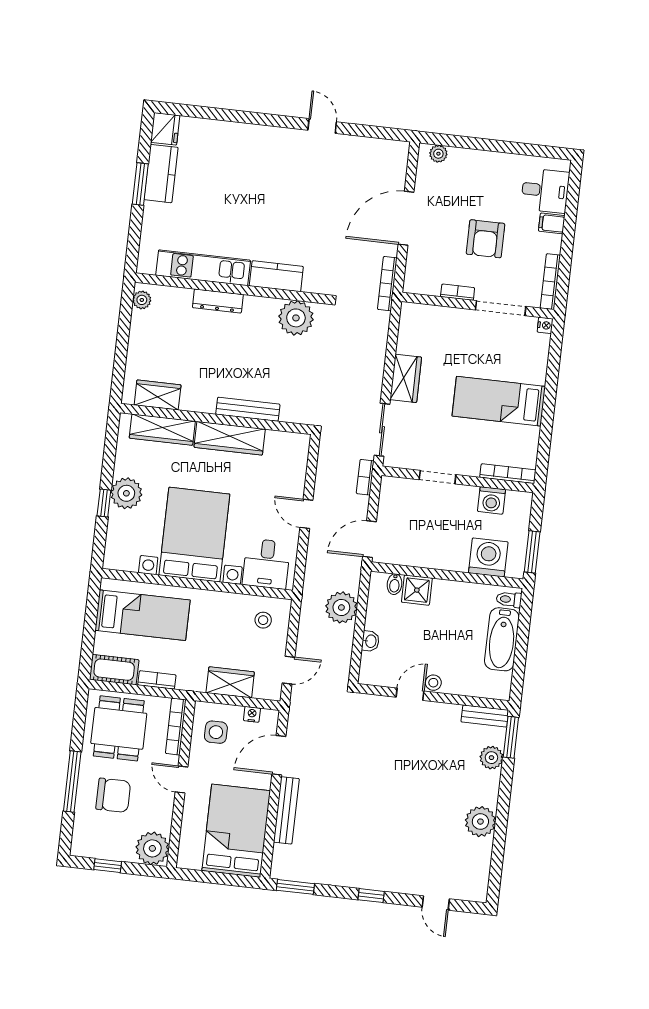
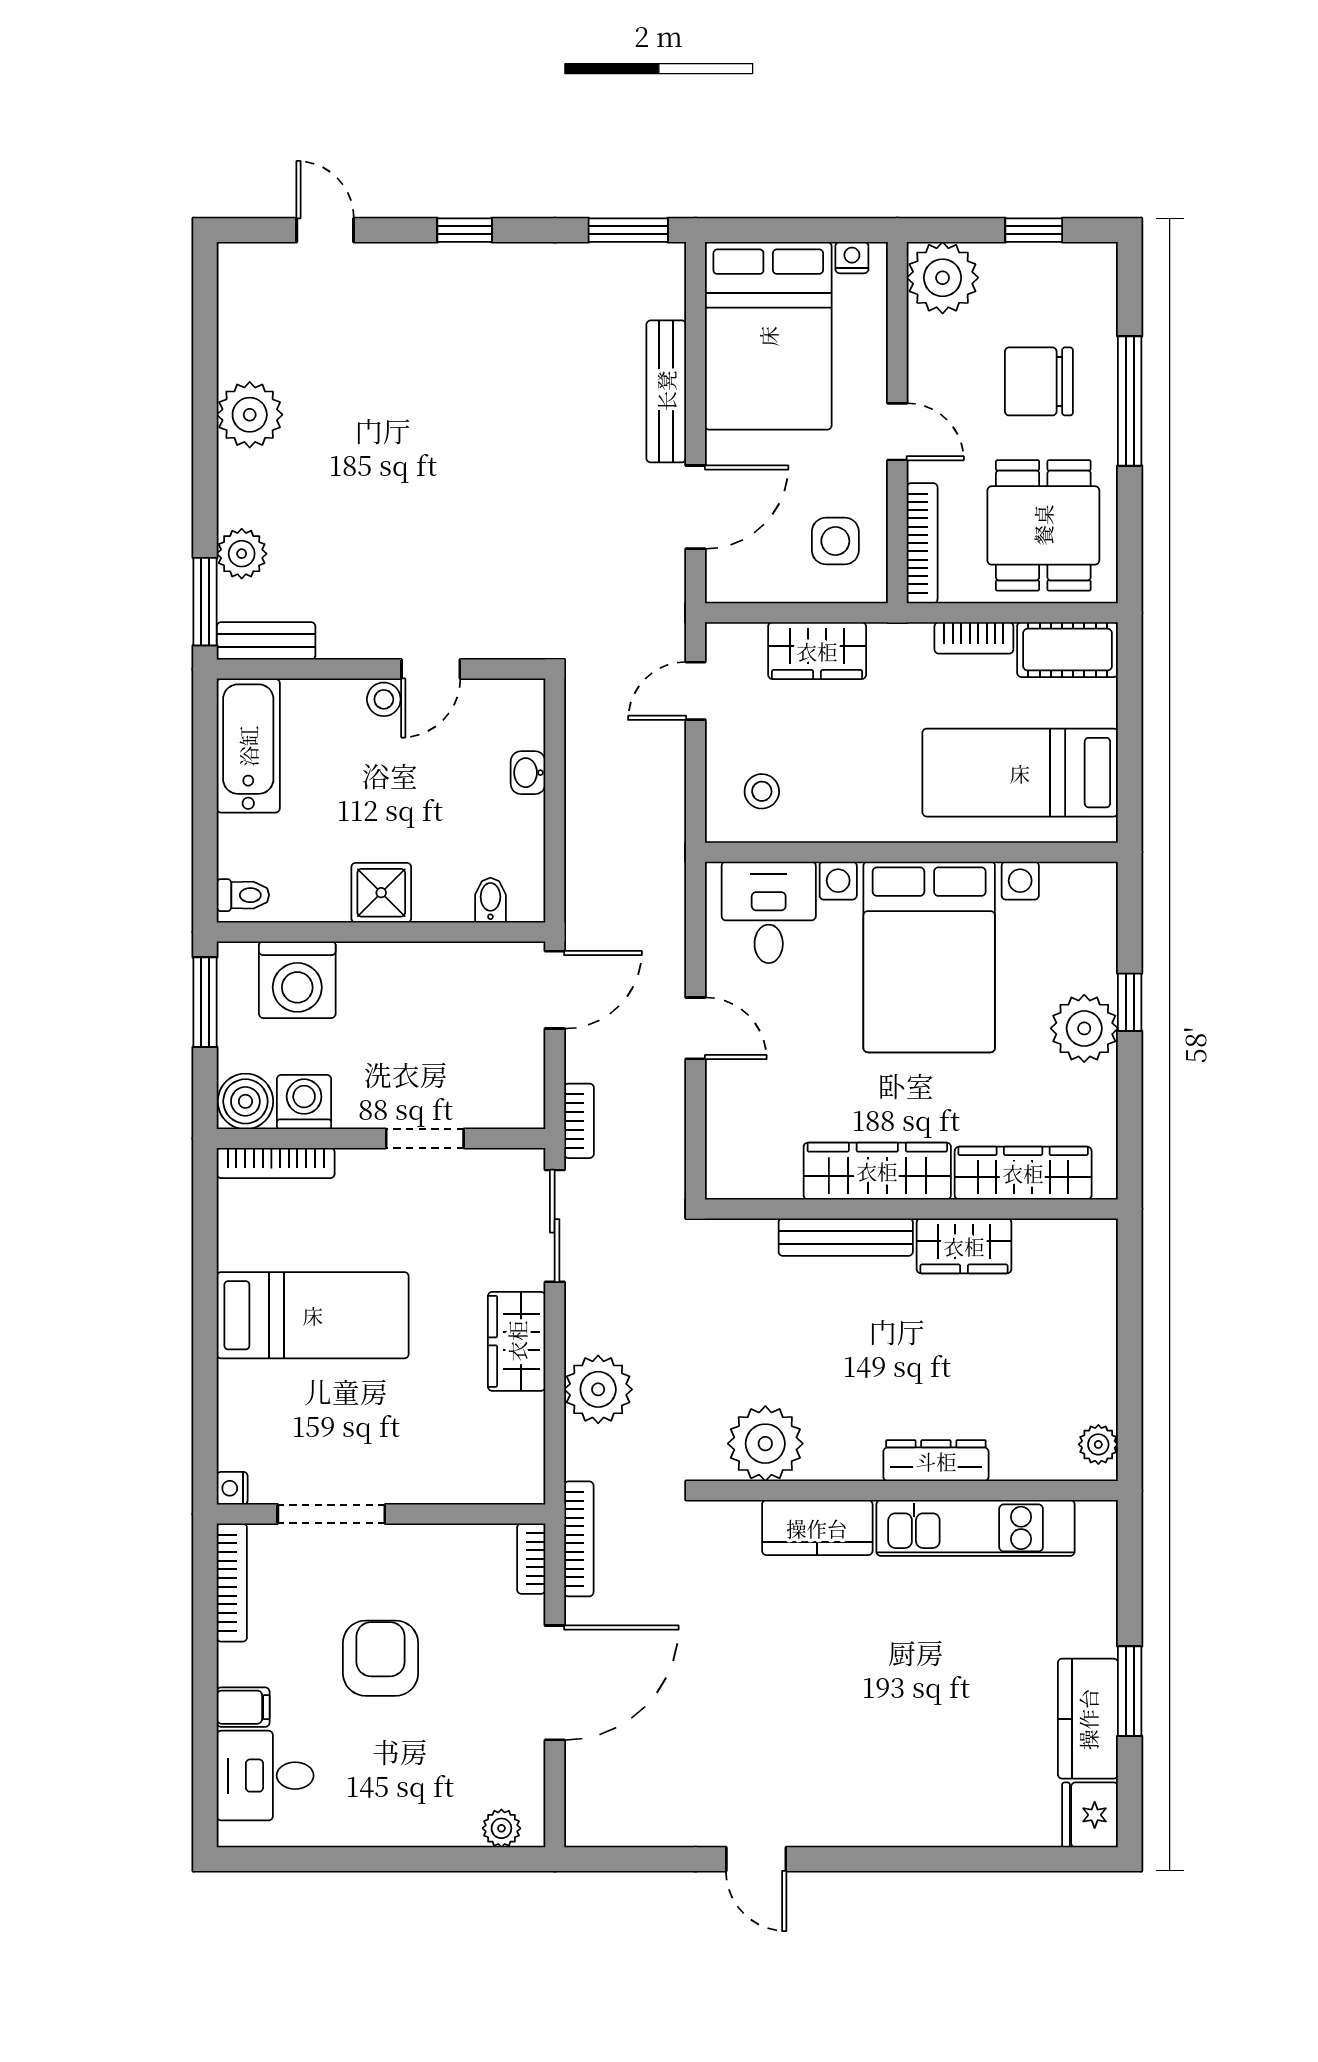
bookcase: (458, 292) -> (531, 1559), moved, turned 90
wardrobe: (158, 395) -> (964, 1246), moved
boiler: (519, 504) -> (245, 1101), added
shower: (417, 590) -> (381, 893), moved
plant: (341, 607) -> (598, 1389), moved
bathtub: (502, 639) -> (248, 746), moved
nightstand: (252, 714) -> (852, 258), moved, turned 180

